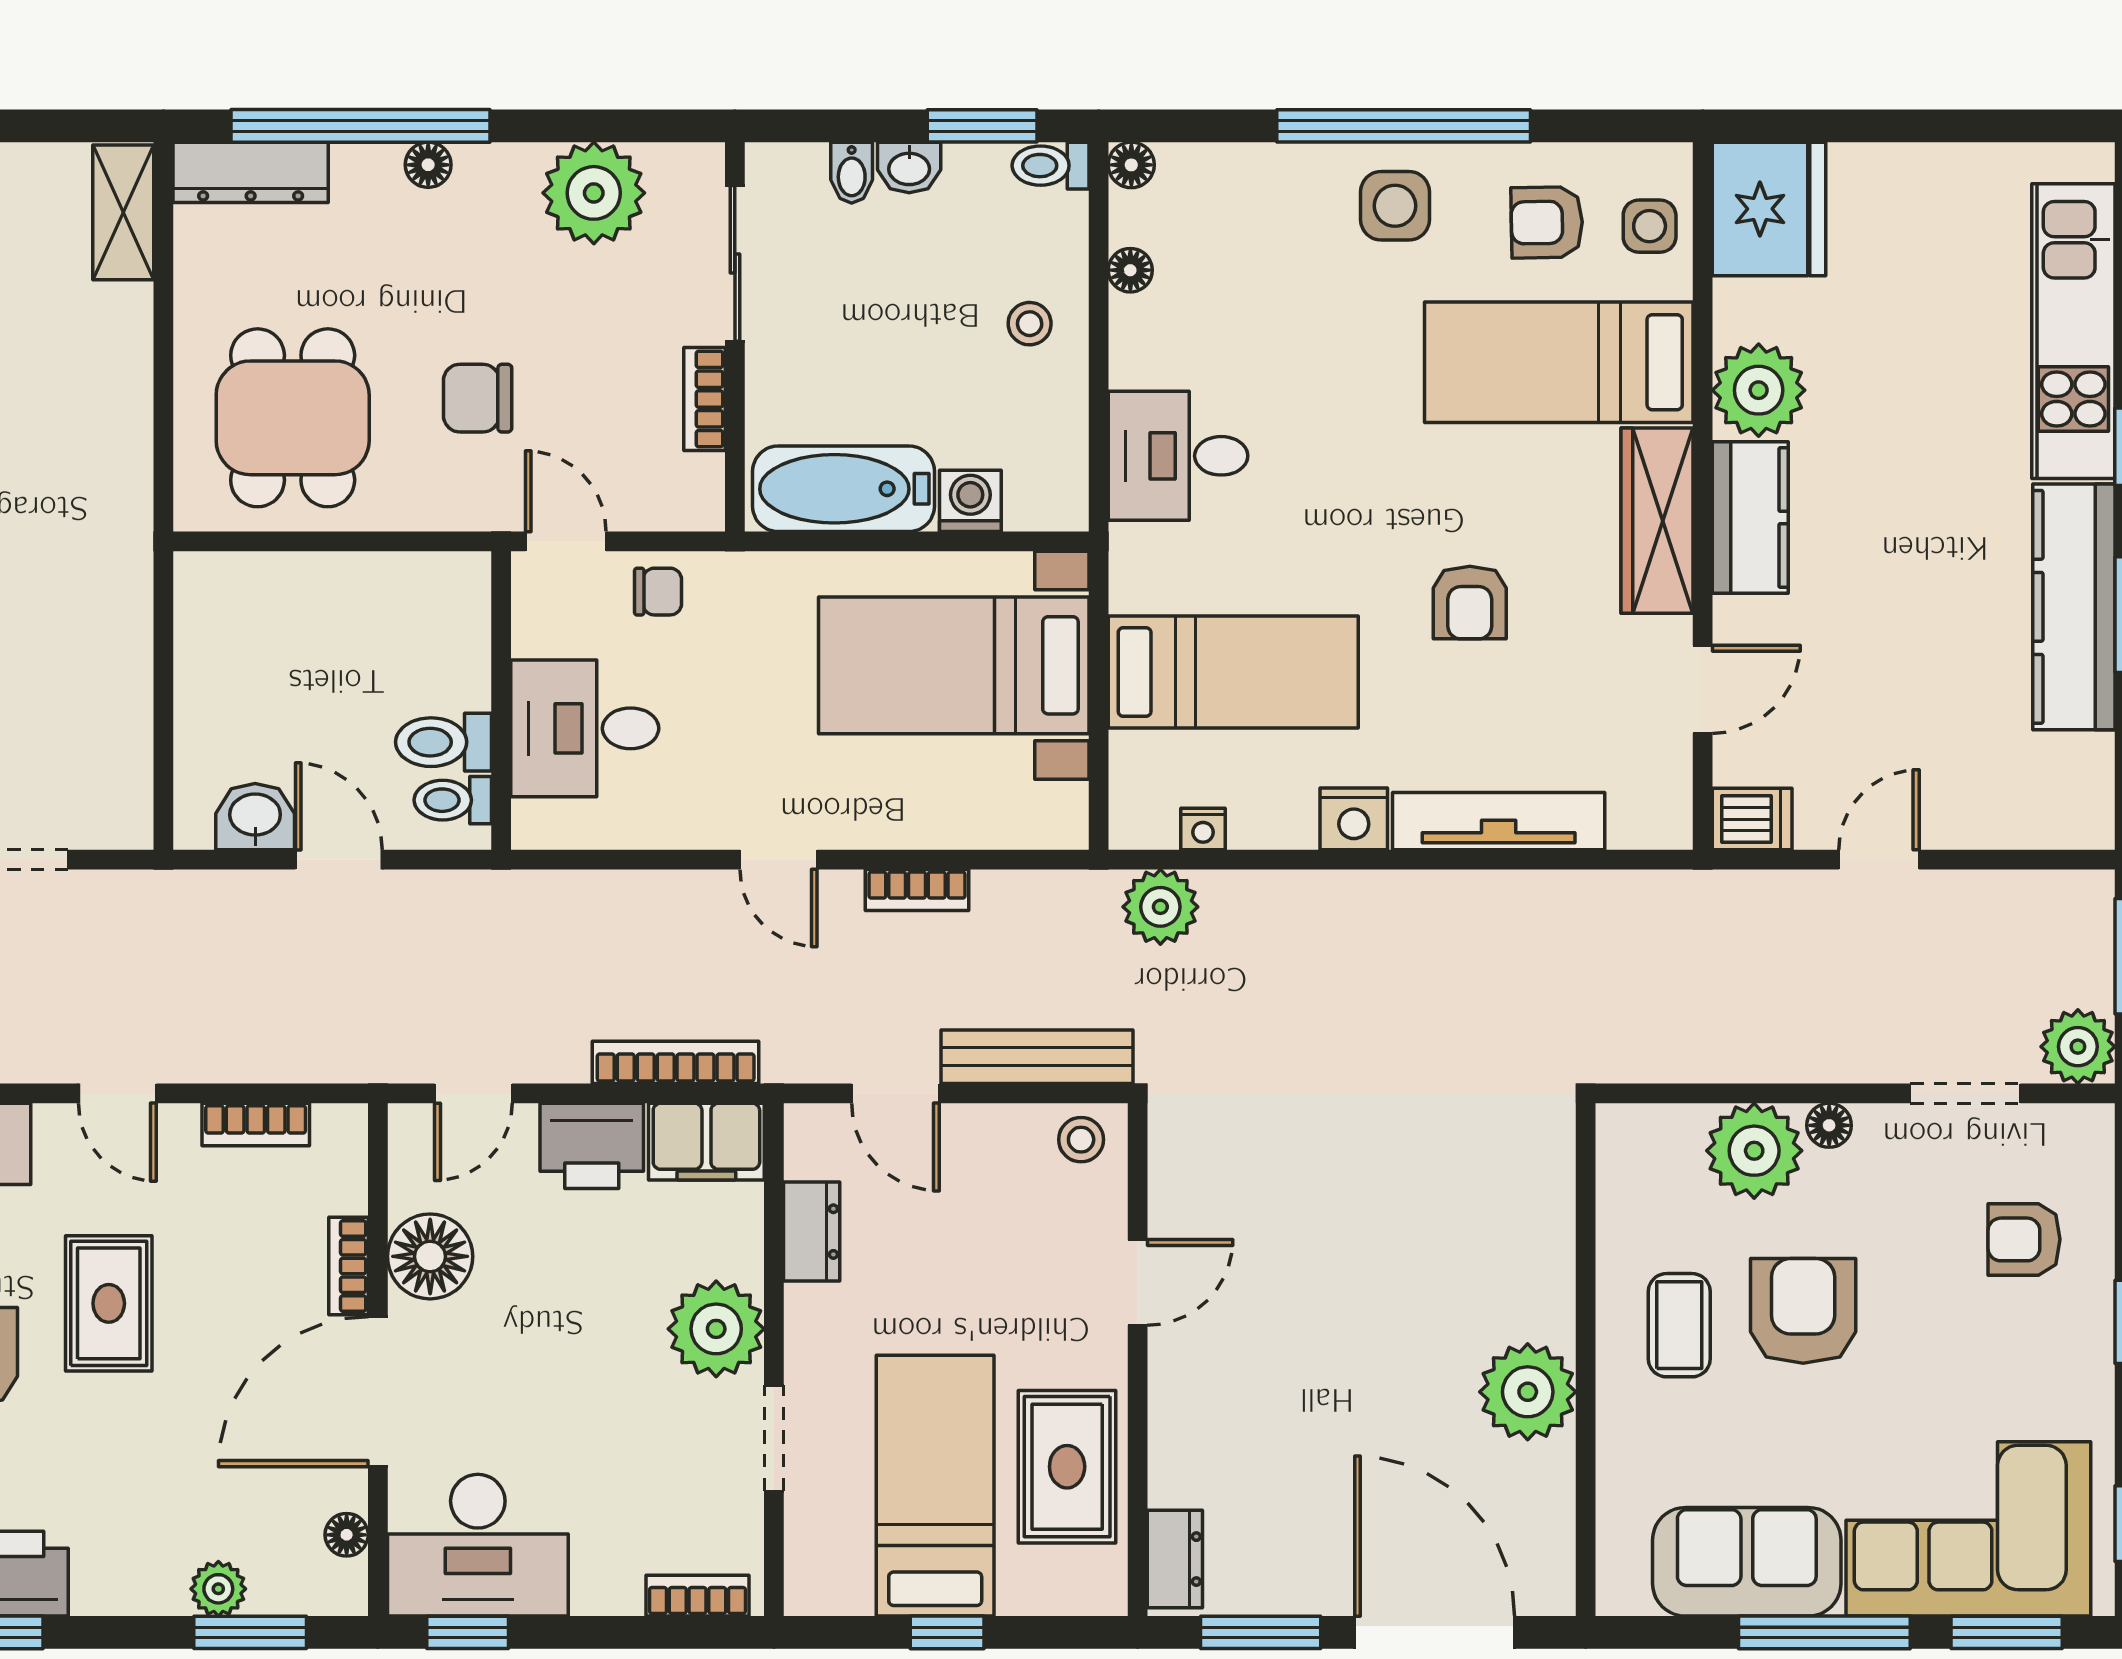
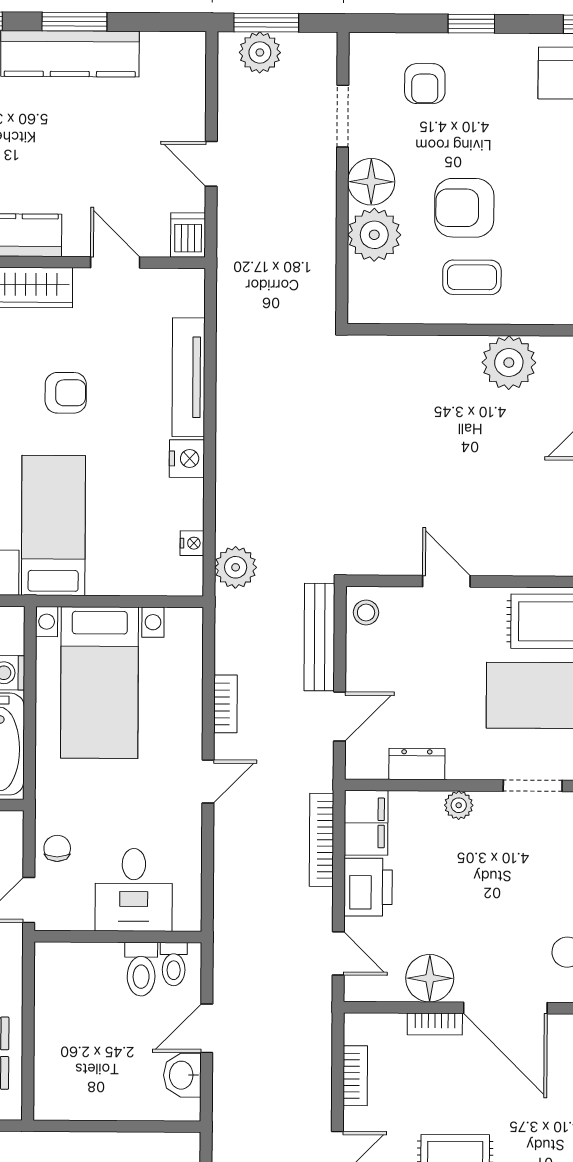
bed: (1233, 672) -> (53, 525), moved
plant: (2078, 1047) -> (260, 52), moved
floor lamp: (1829, 1125) -> (371, 182), width x1.89, depth x1.89
plant: (716, 1329) -> (459, 805), width x0.53, depth x0.53

